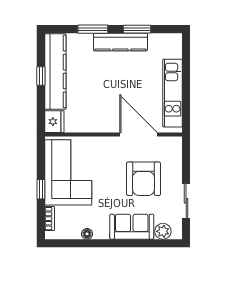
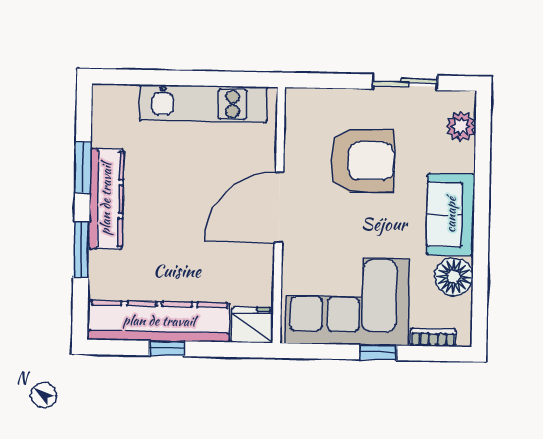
door: (139, 135) -> (279, 207), moved
sofa: (132, 227) -> (451, 215), moved
floor lamp: (87, 234) -> (454, 277), width x1.89, depth x1.89

